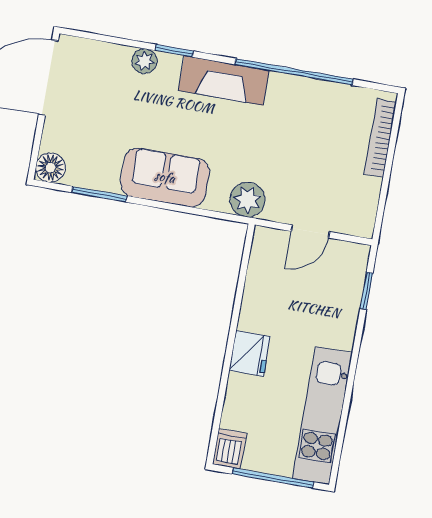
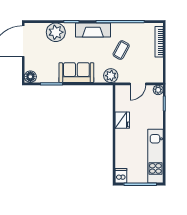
plant: (144, 61) -> (56, 32), width x1.87, depth x1.87
coffee table: (284, 142) -> (121, 50), added
plant: (357, 255) -> (158, 90), added
fridge: (250, 353) -> (122, 120), moved

